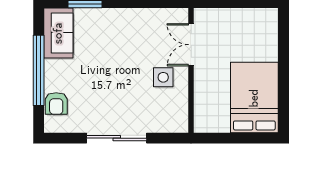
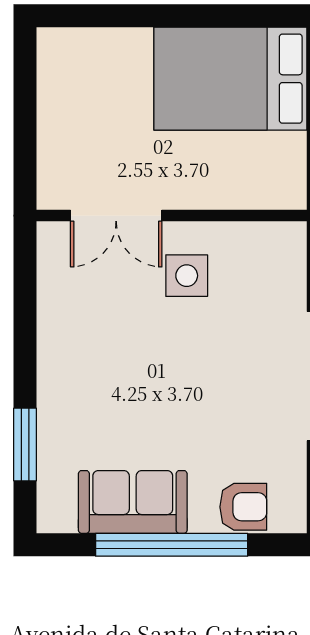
sofa: (58, 33) -> (133, 502), moved

